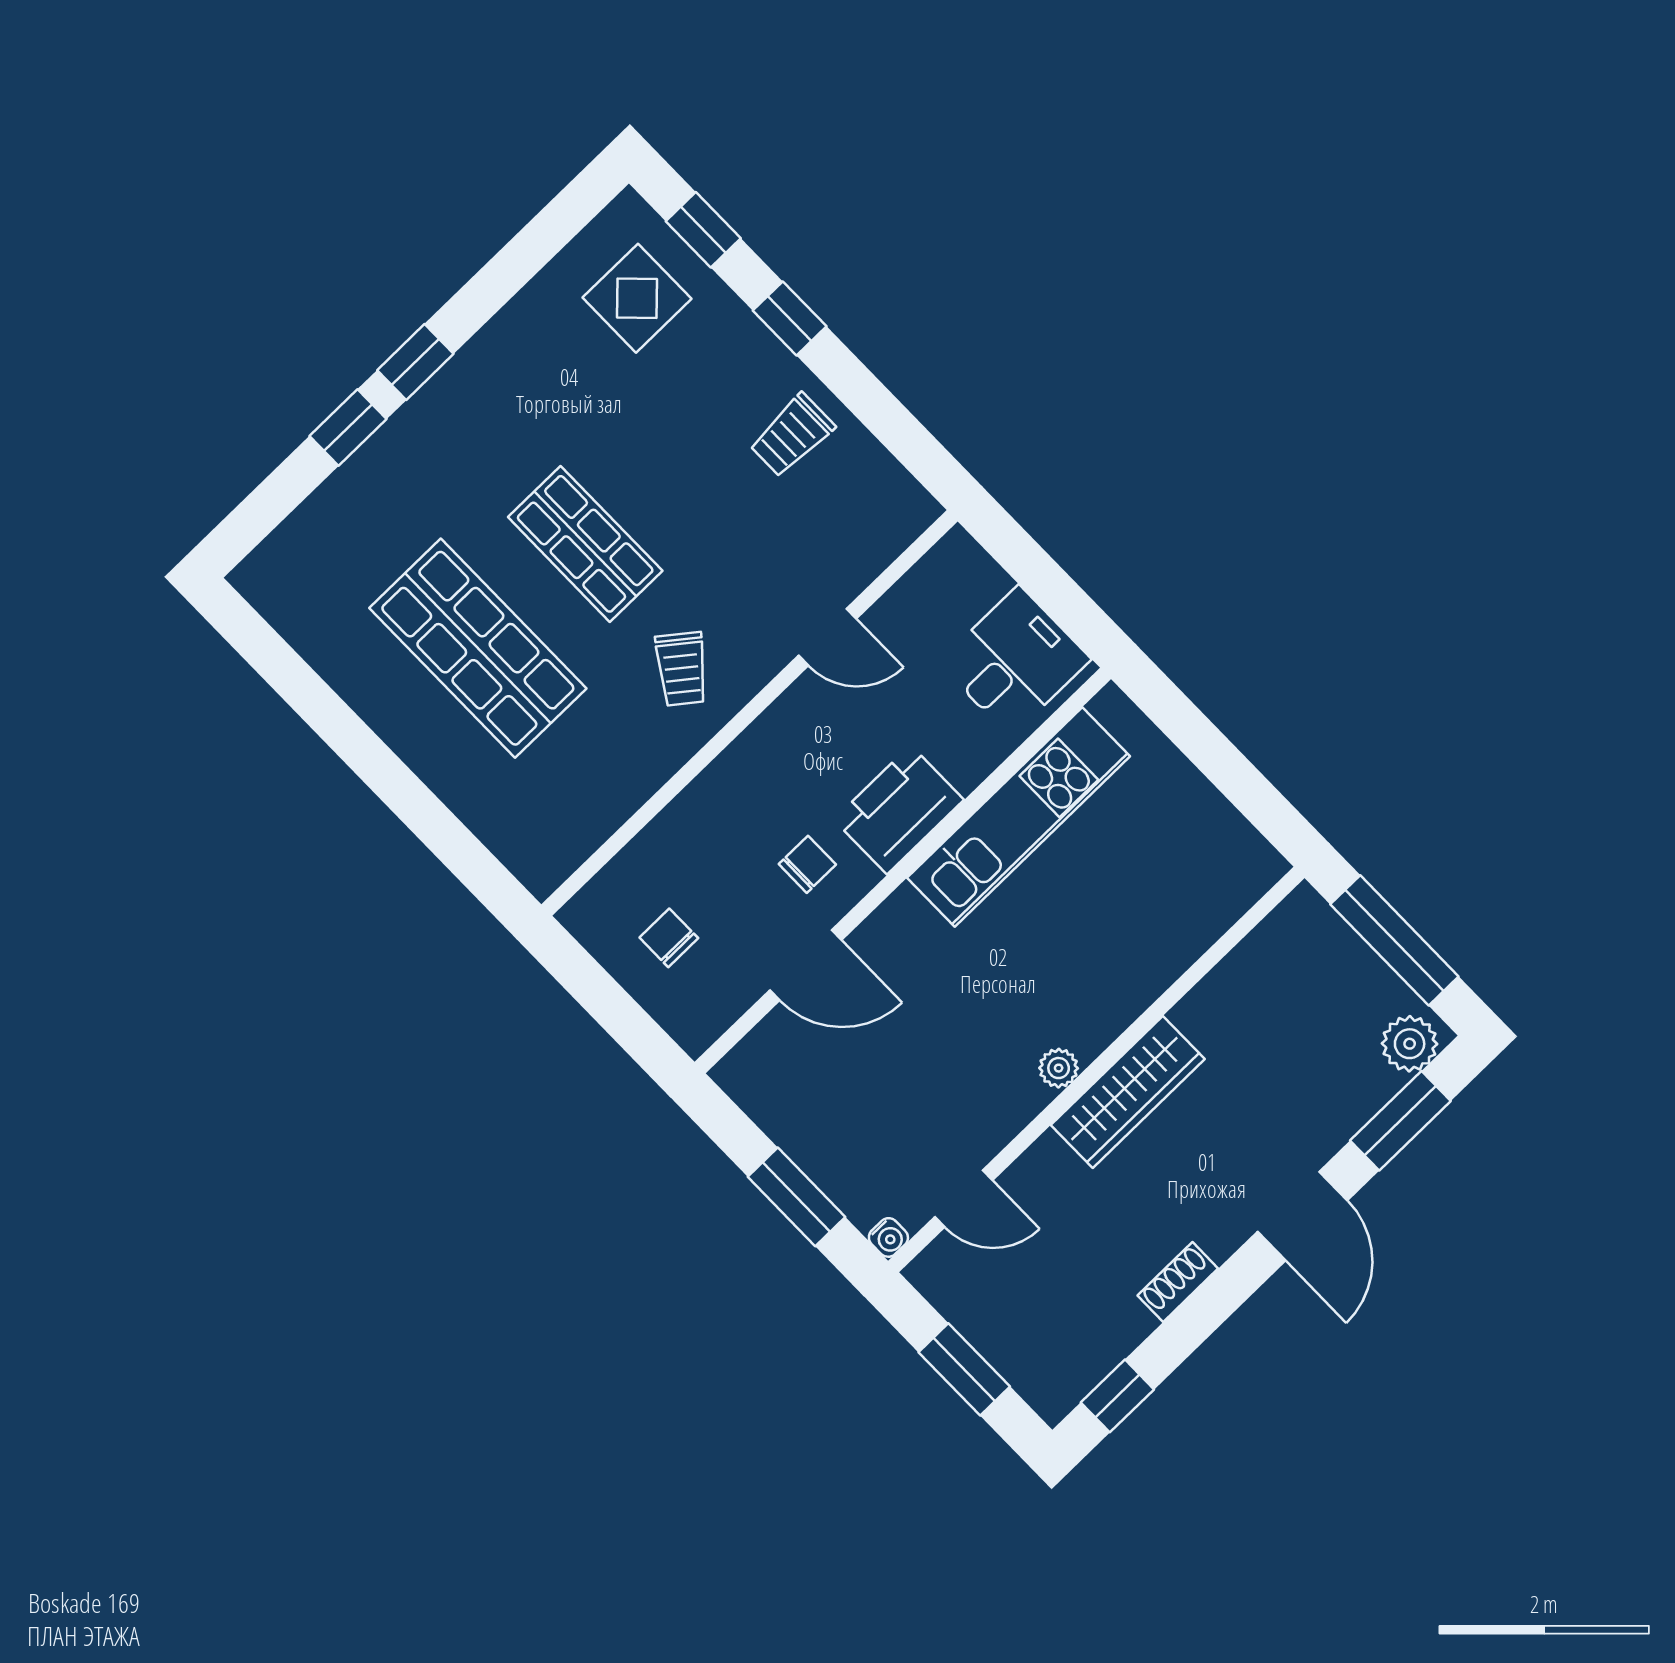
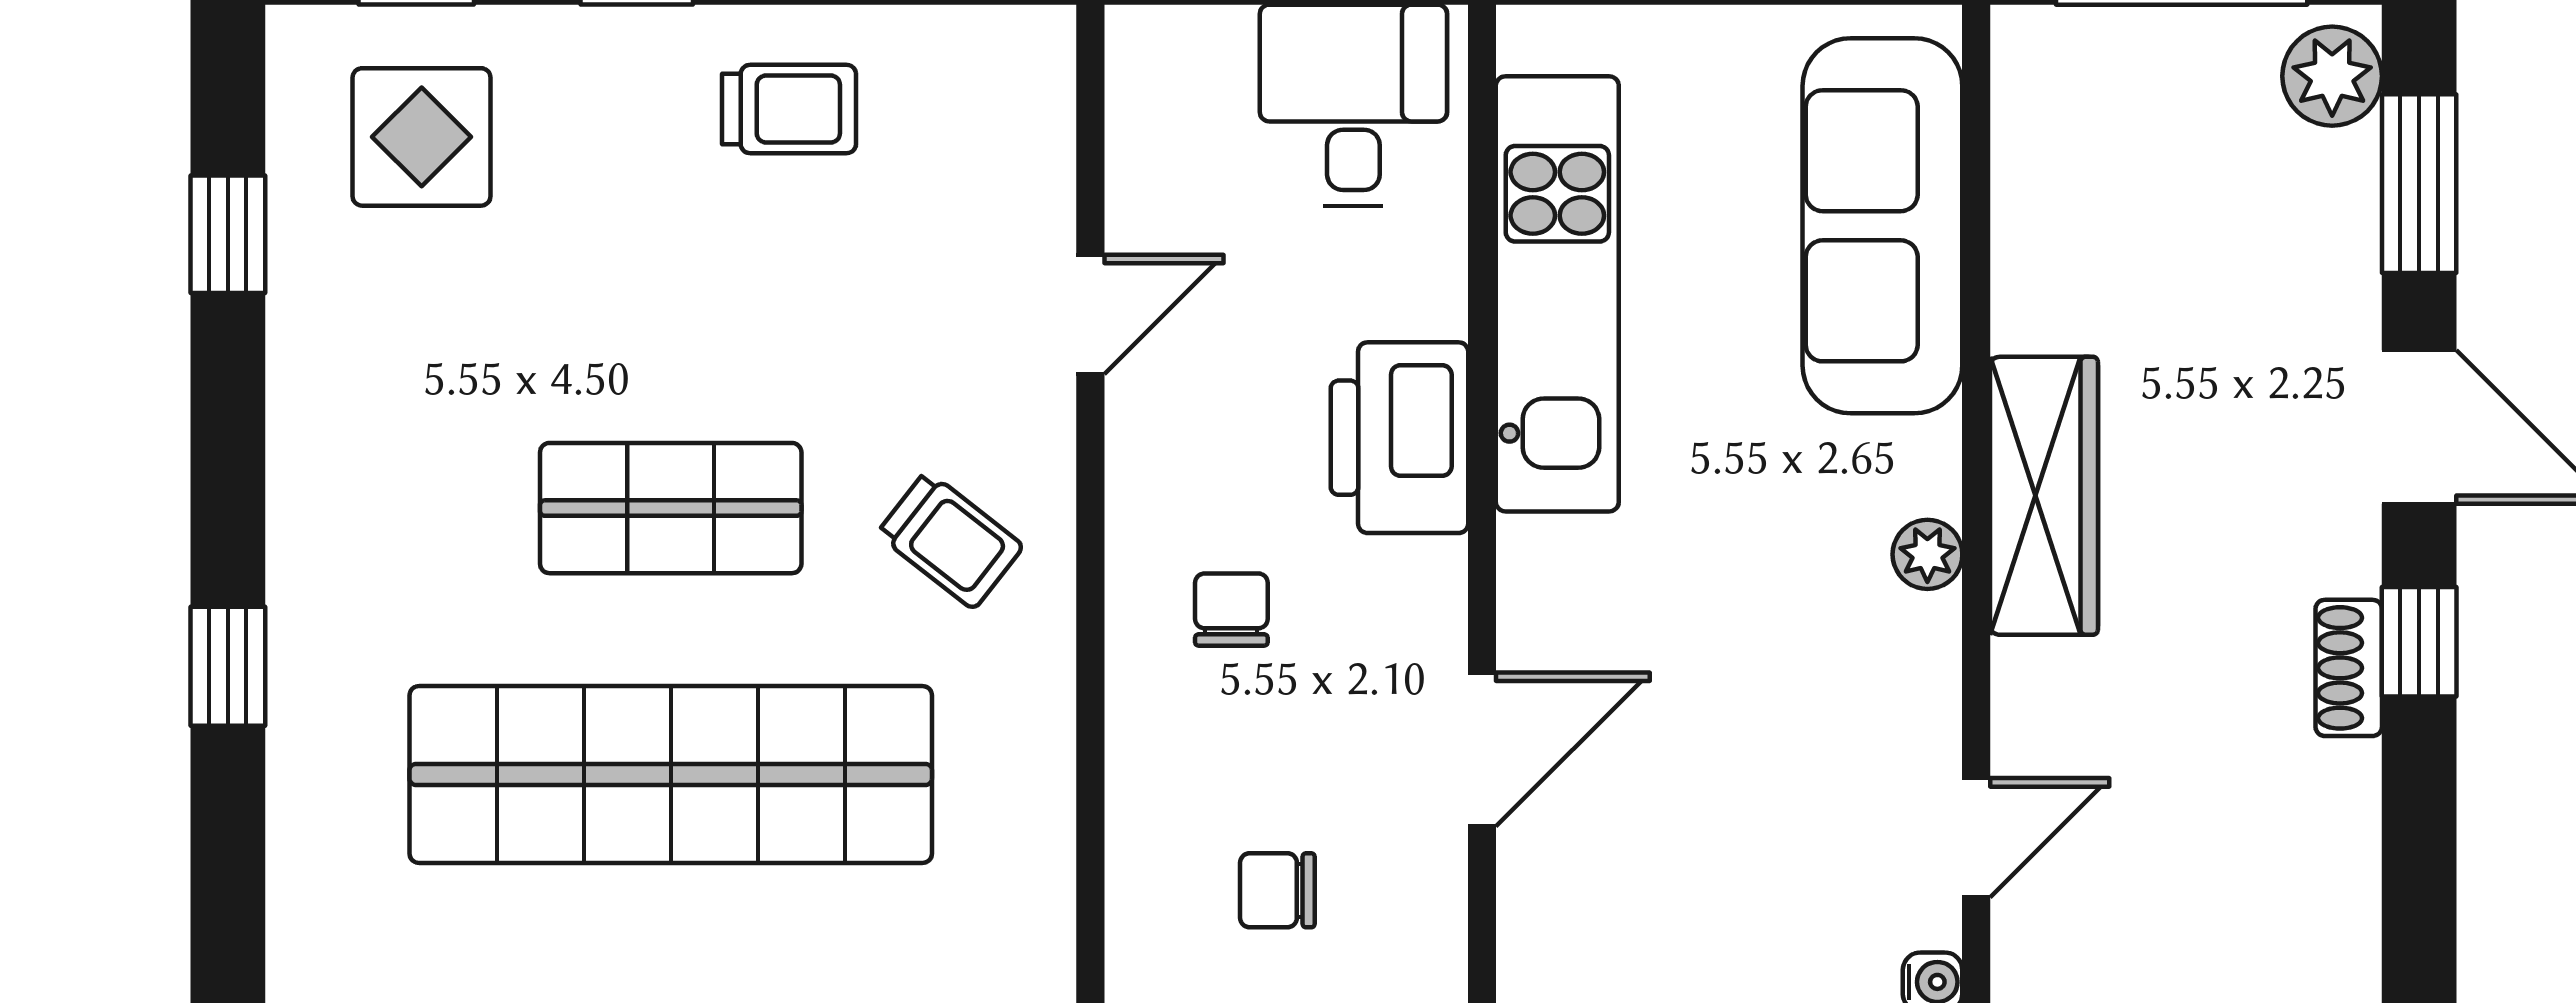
window: (415, 362) -> (228, 234), moved
trolley: (792, 435) -> (789, 109), turned -90
shop shelf: (478, 648) -> (671, 774), width x1.40
chair: (807, 864) -> (1231, 610), moved
sofa: (1173, 921) -> (1882, 226), added
window: (1117, 1396) -> (2419, 642), moved

